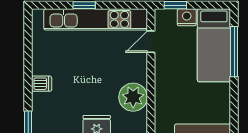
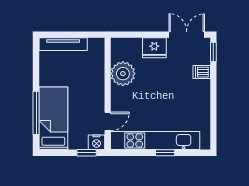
nightstand: (187, 17) -> (96, 142), moved
dishwasher: (42, 84) -> (202, 72), moved

